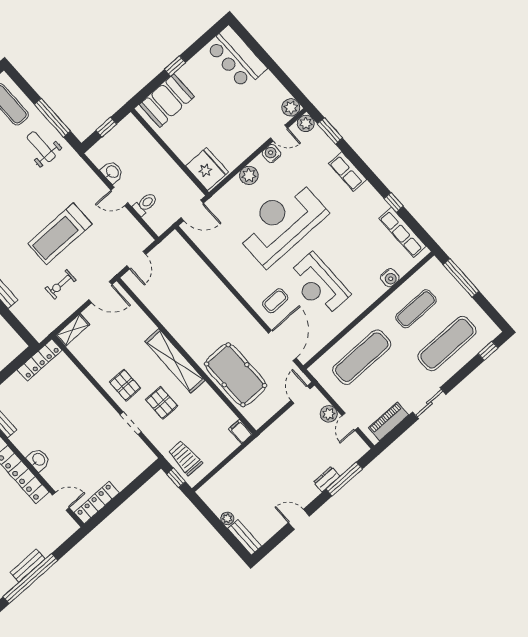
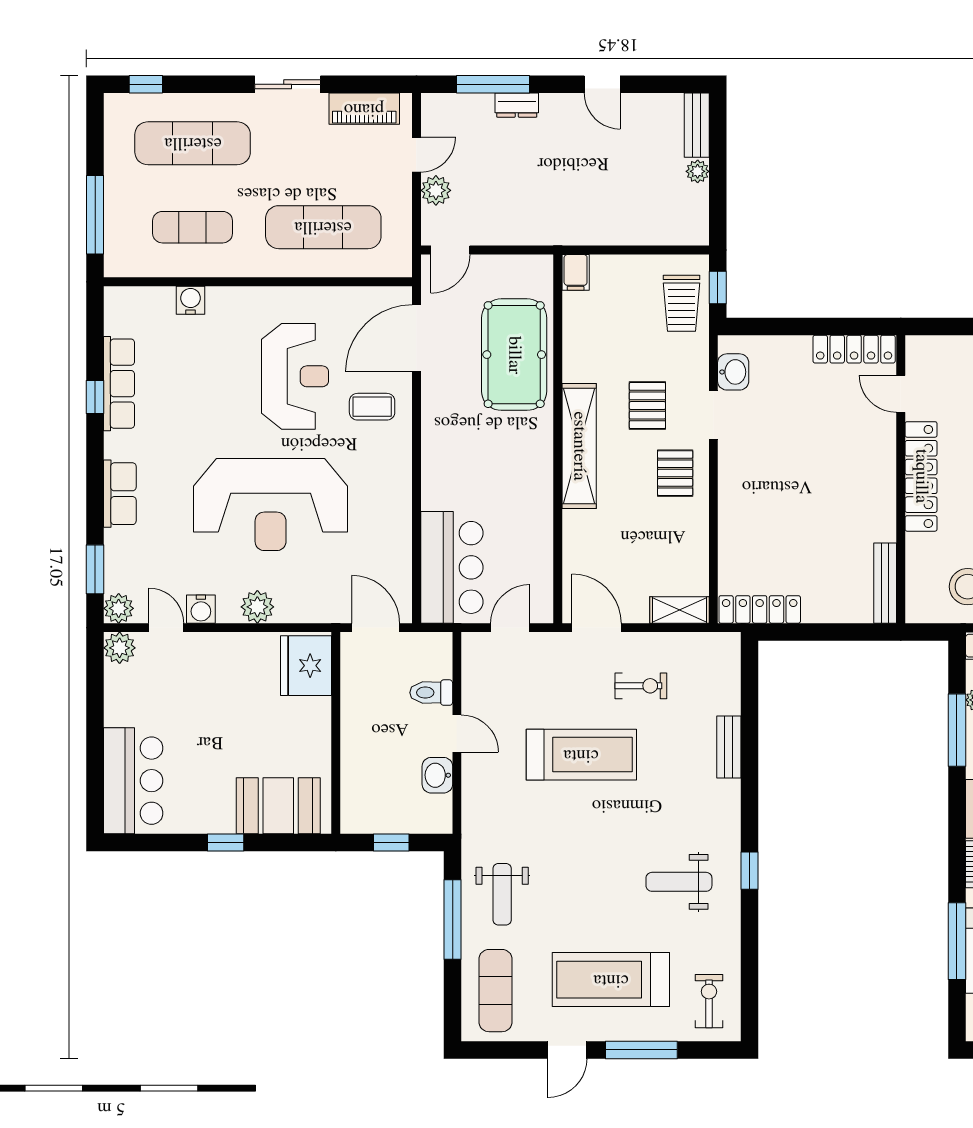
row of seats: (403, 232) -> (119, 384), moved
bar counter: (183, 264) -> (452, 567), added
washbasin: (38, 460) -> (733, 372), moved, turned 180

